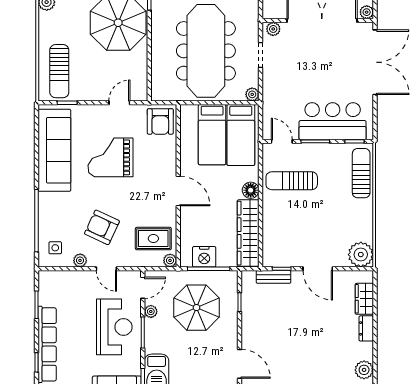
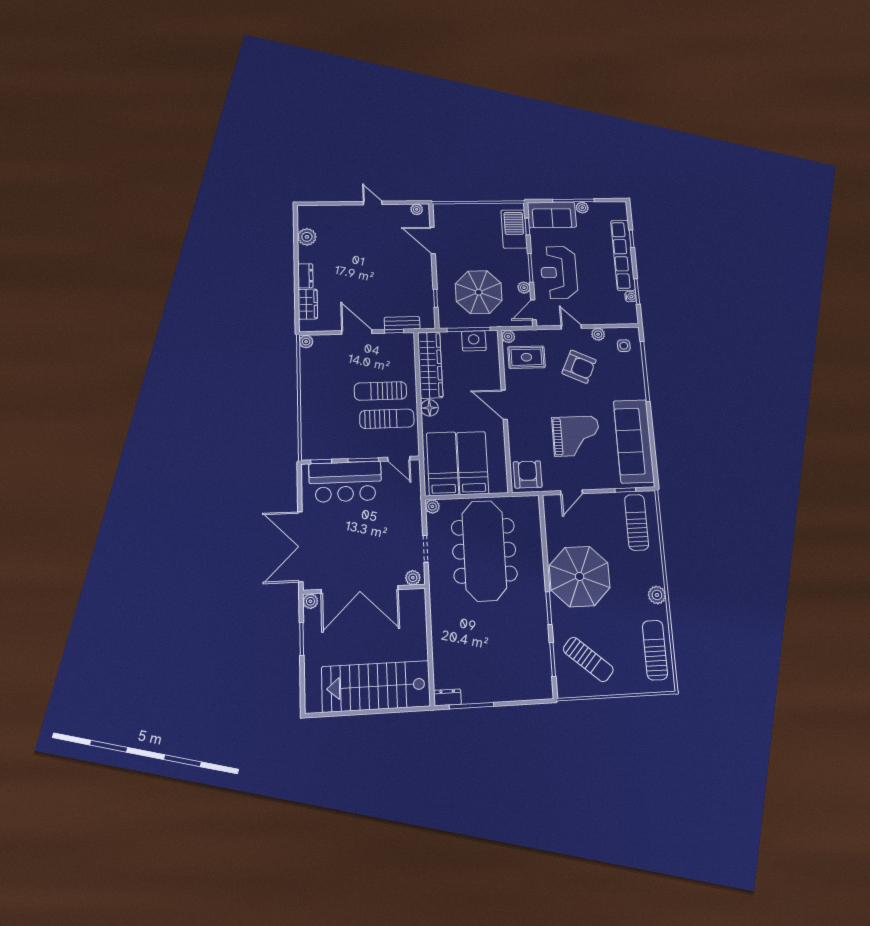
sun lounger: (361, 173) -> (380, 391), moved, turned 90
plant: (361, 255) -> (306, 342), width x0.53, depth x0.53
water cooler: (43, 299) -> (631, 297), added

